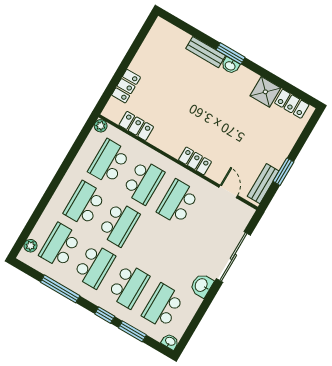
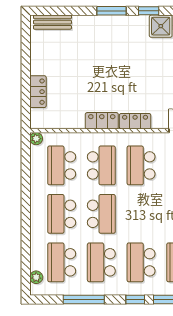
bench: (206, 52) -> (52, 22), moved
washbasin: (230, 66) -> (117, 21), removed
window: (263, 72) -> (149, 11), added
locker: (136, 126) -> (102, 121), moved
school desk: (94, 266) -> (101, 262), turned 180
school desk: (129, 286) -> (141, 262), turned 180

